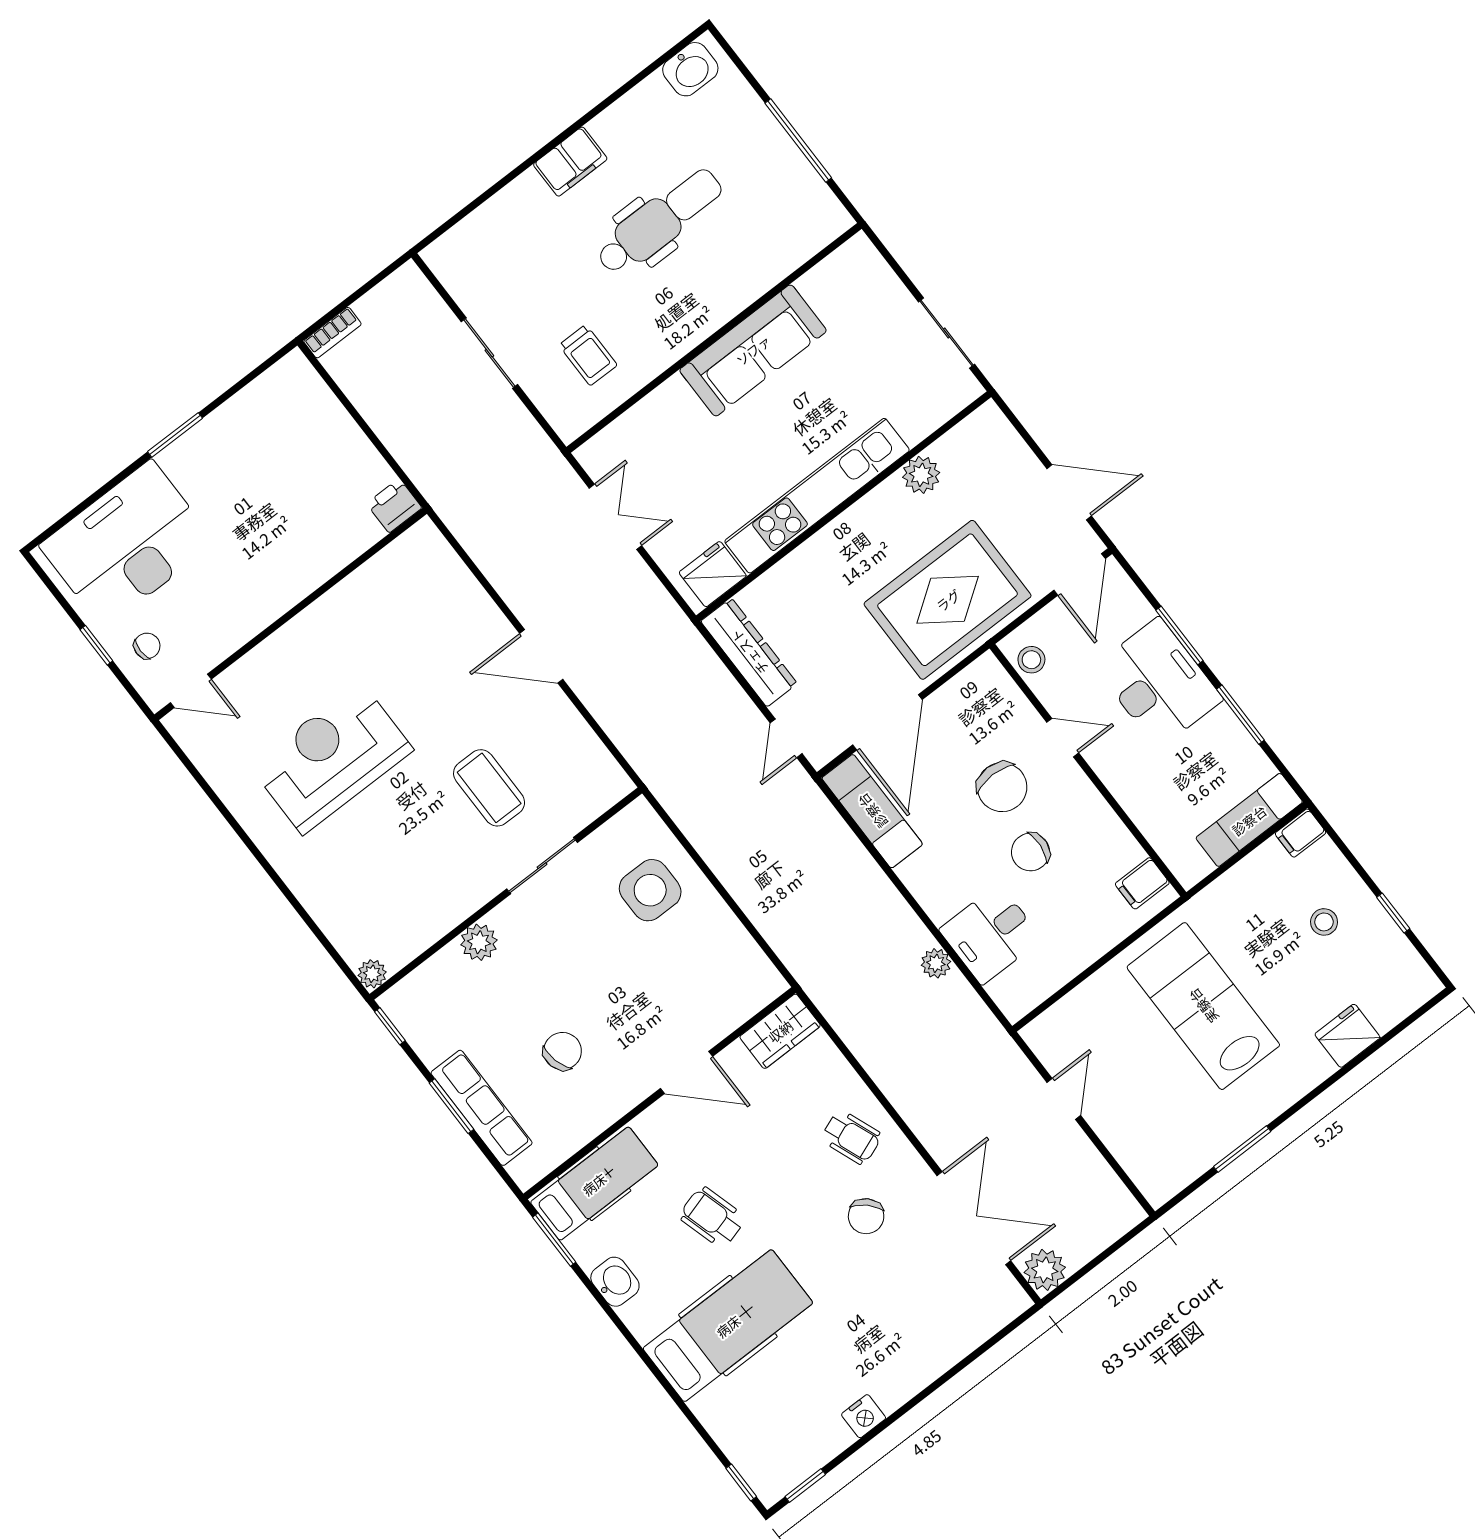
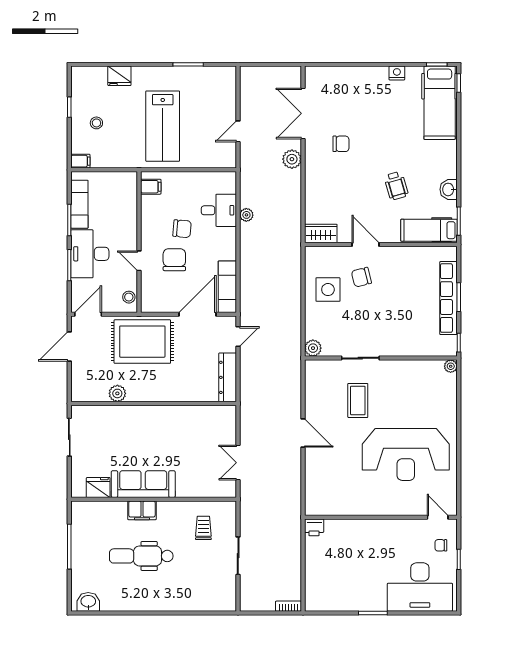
filing cabinet: (570, 162) -> (142, 510), moved, turned 180
door: (1069, 492) -> (69, 347), hinge flipped
kitchen unit: (817, 496) -> (160, 415), removed
fridge: (713, 574) -> (98, 488), moved, turned 180
reception desk: (332, 758) -> (406, 455), width x1.36, depth x1.30
exam couch: (1249, 820) -> (79, 204), moved, turned -90
side table: (650, 890) -> (328, 290), moved
plant: (479, 942) -> (313, 348), moved
chair: (562, 1051) -> (361, 277), moved
row of seats: (482, 1108) -> (448, 298), width x1.36
wheelchair: (851, 1137) -> (324, 176), removed
chair: (866, 1216) -> (341, 144), turned 46
plant: (1045, 1270) -> (292, 159), moved
hospital bed: (728, 1326) -> (440, 103), moved, turned -90

